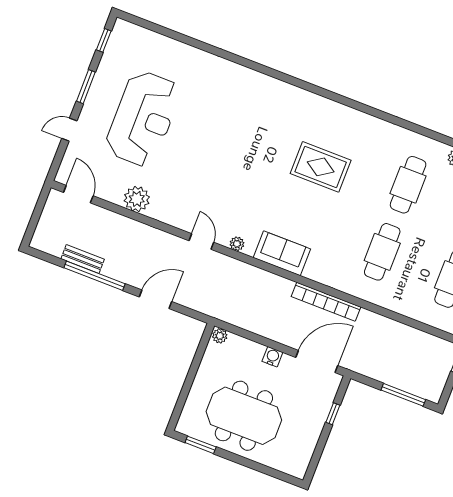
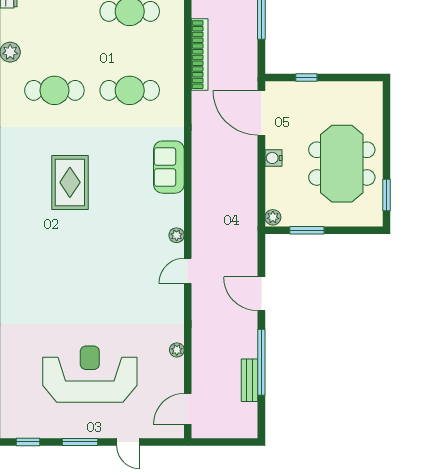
plant: (137, 199) -> (177, 350), width x0.53, depth x0.53
sofa: (282, 253) -> (169, 167), moved
bookcase: (326, 302) -> (200, 55), moved
window: (197, 362) -> (307, 230), added

